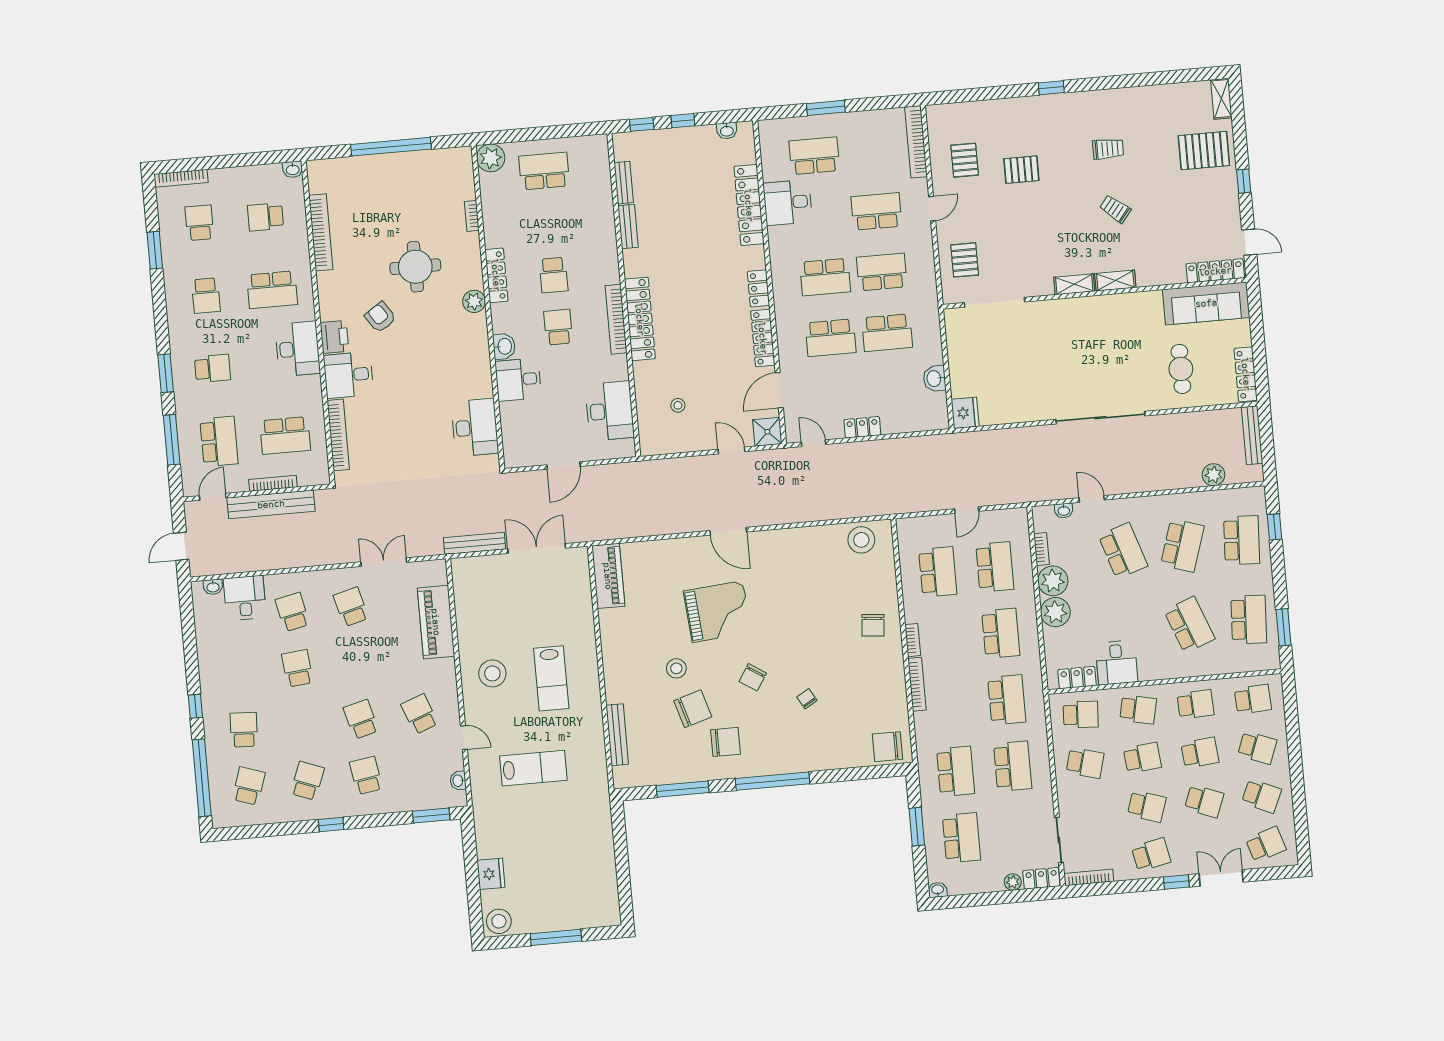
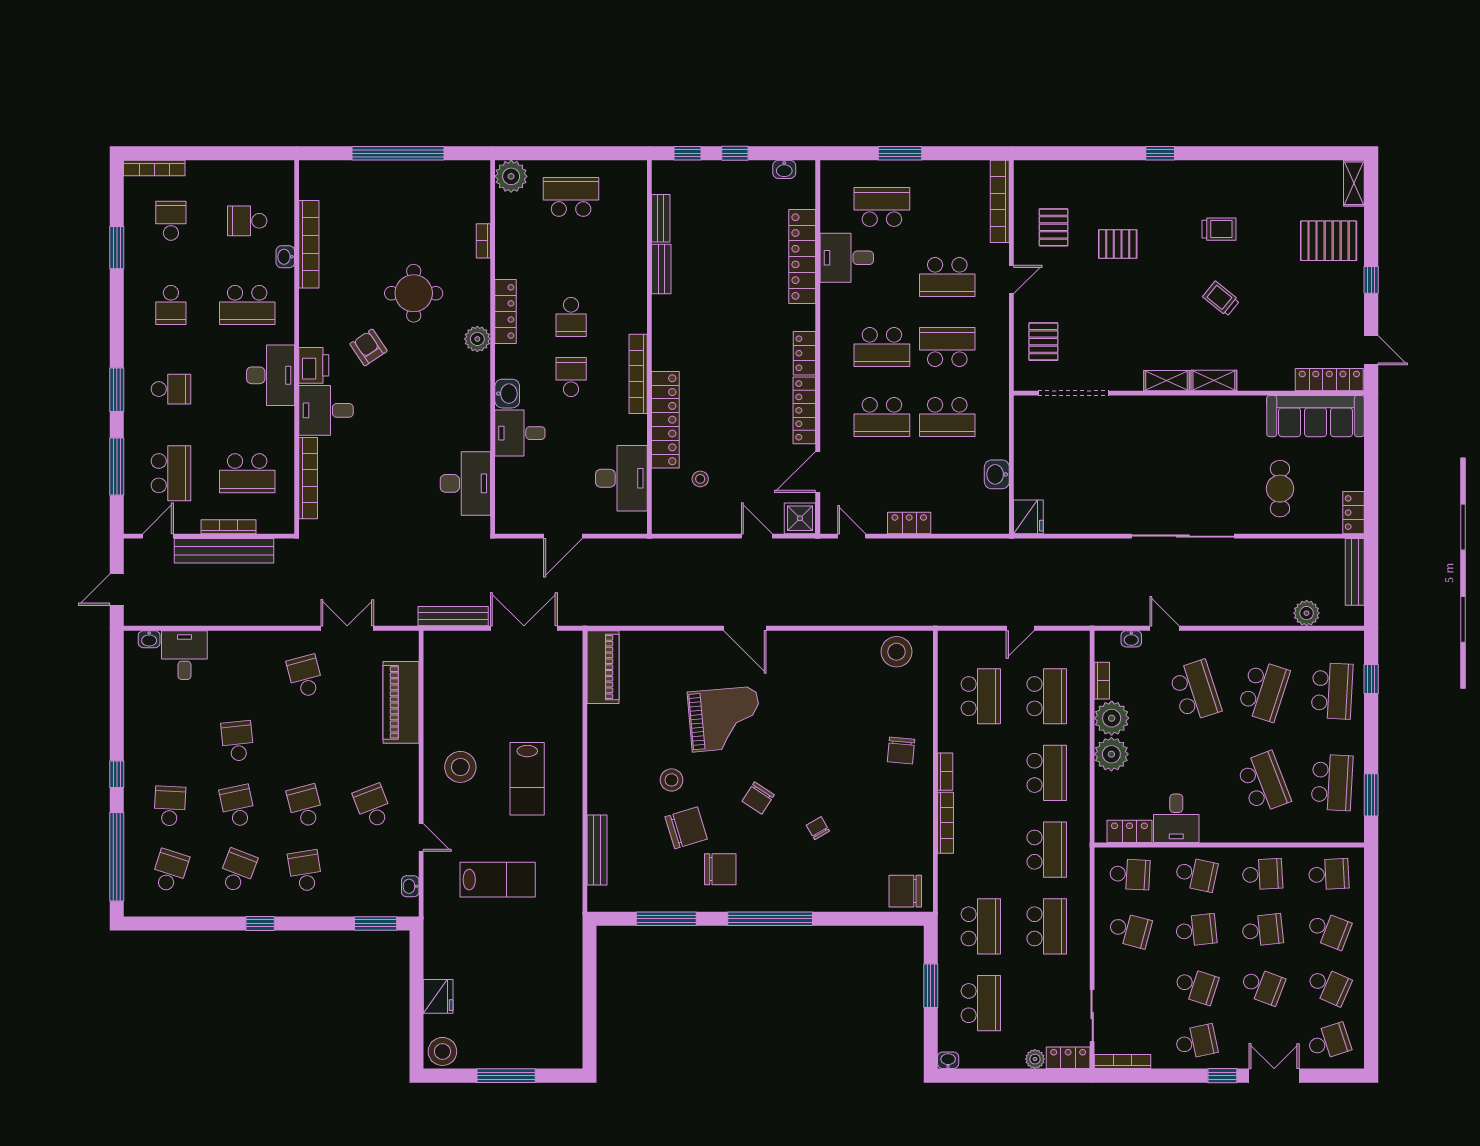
washbasin: (293, 169) -> (285, 257), moved, turned 90
school desk: (876, 211) -> (947, 277), turned 180
locker: (640, 319) -> (665, 420), moved
locker: (1246, 374) -> (1353, 513), width x0.66
school desk: (292, 612) -> (237, 806), moved

